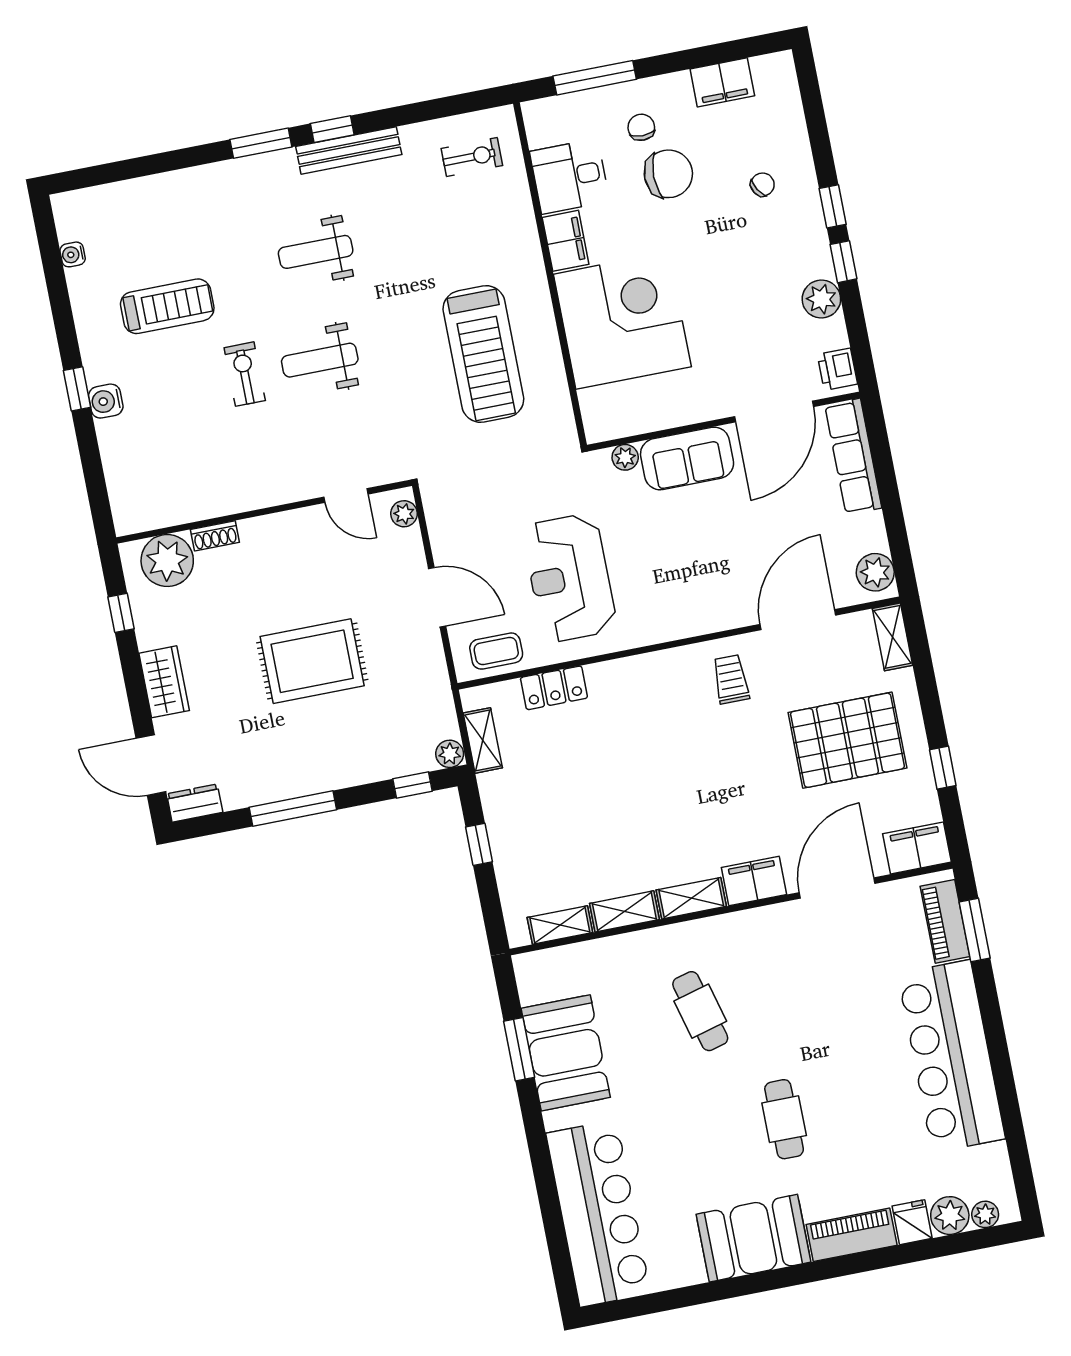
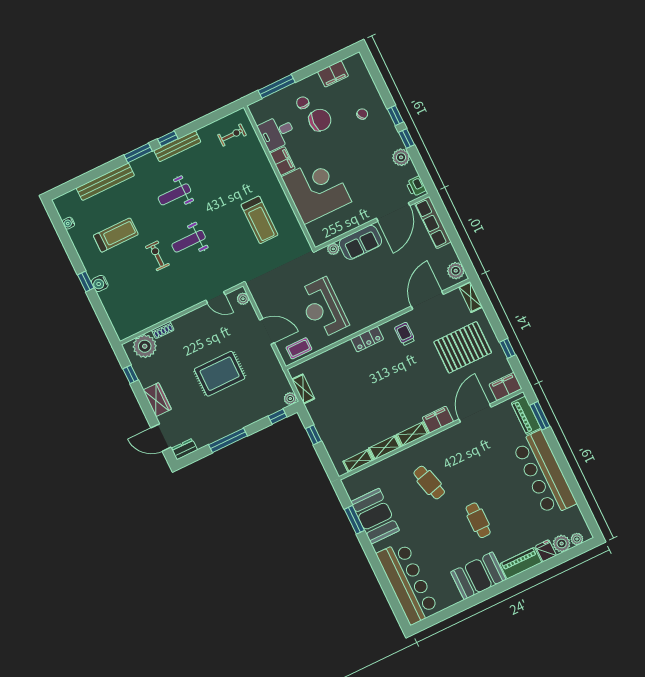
bench: (175, 186) -> (105, 182), added
treadmill: (483, 354) -> (259, 220), width x0.73, depth x0.73
locker: (554, 688) -> (367, 339), moved

